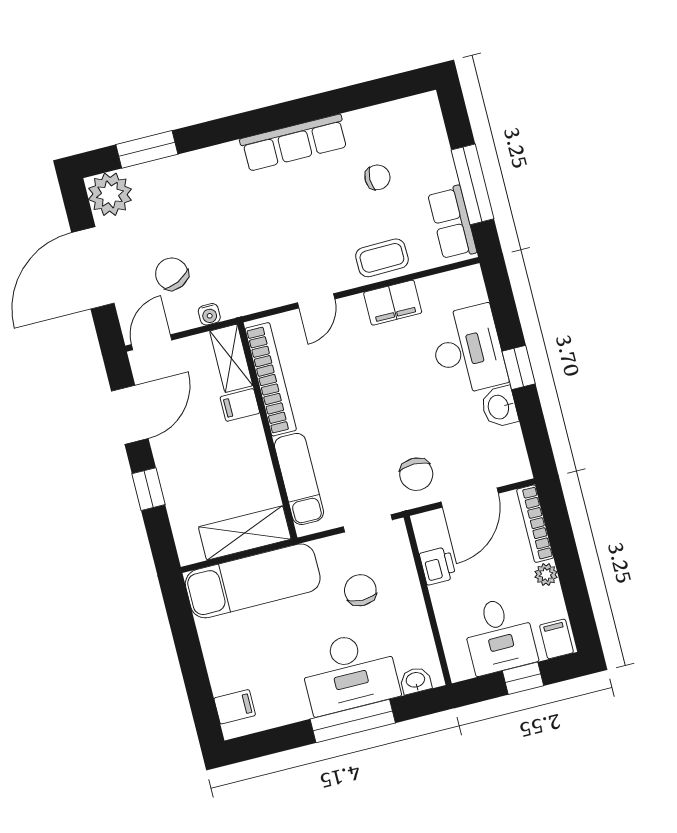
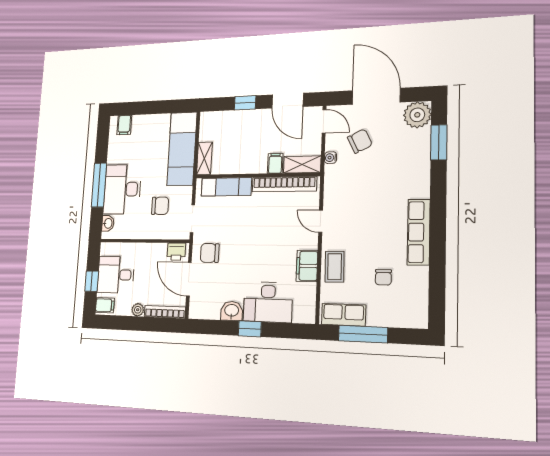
shelving: (245, 533) -> (204, 158), width x0.67, depth x0.75
printer: (438, 566) -> (176, 252), moved

